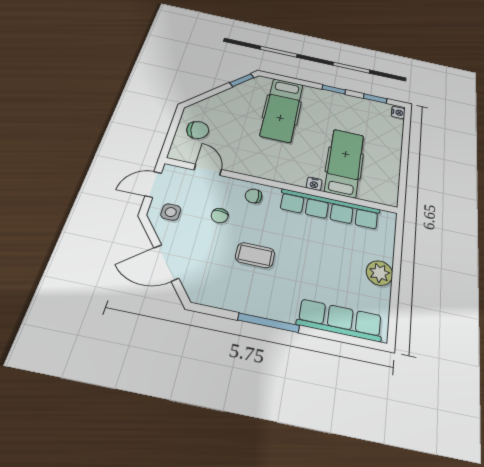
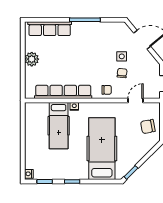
hospital bed: (282, 110) -> (102, 149), width x1.37, depth x1.29
door: (208, 170) -> (135, 101), swing flipped
side table: (171, 212) -> (122, 56), moved
coffee table: (255, 255) -> (99, 54), removed

